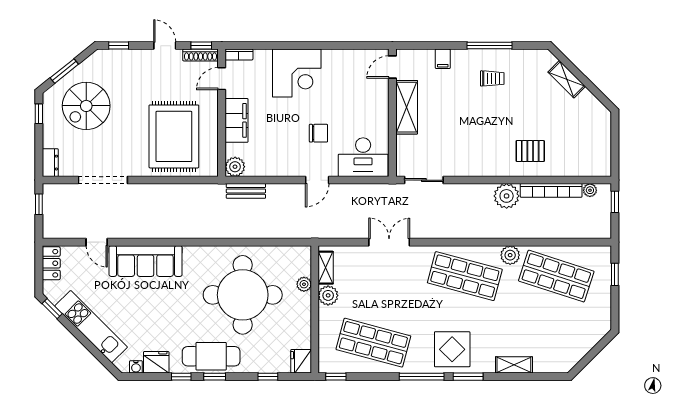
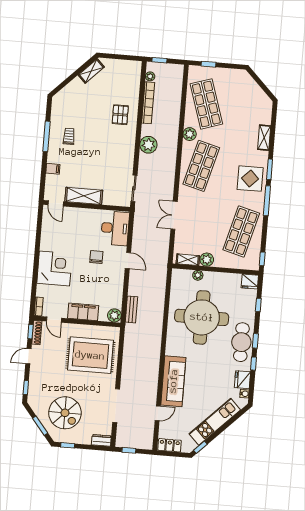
shelving: (567, 79) -> (91, 71), moved
plant: (507, 196) -> (148, 145), moved
shop shelf: (556, 276) -> (206, 104), turned -36

